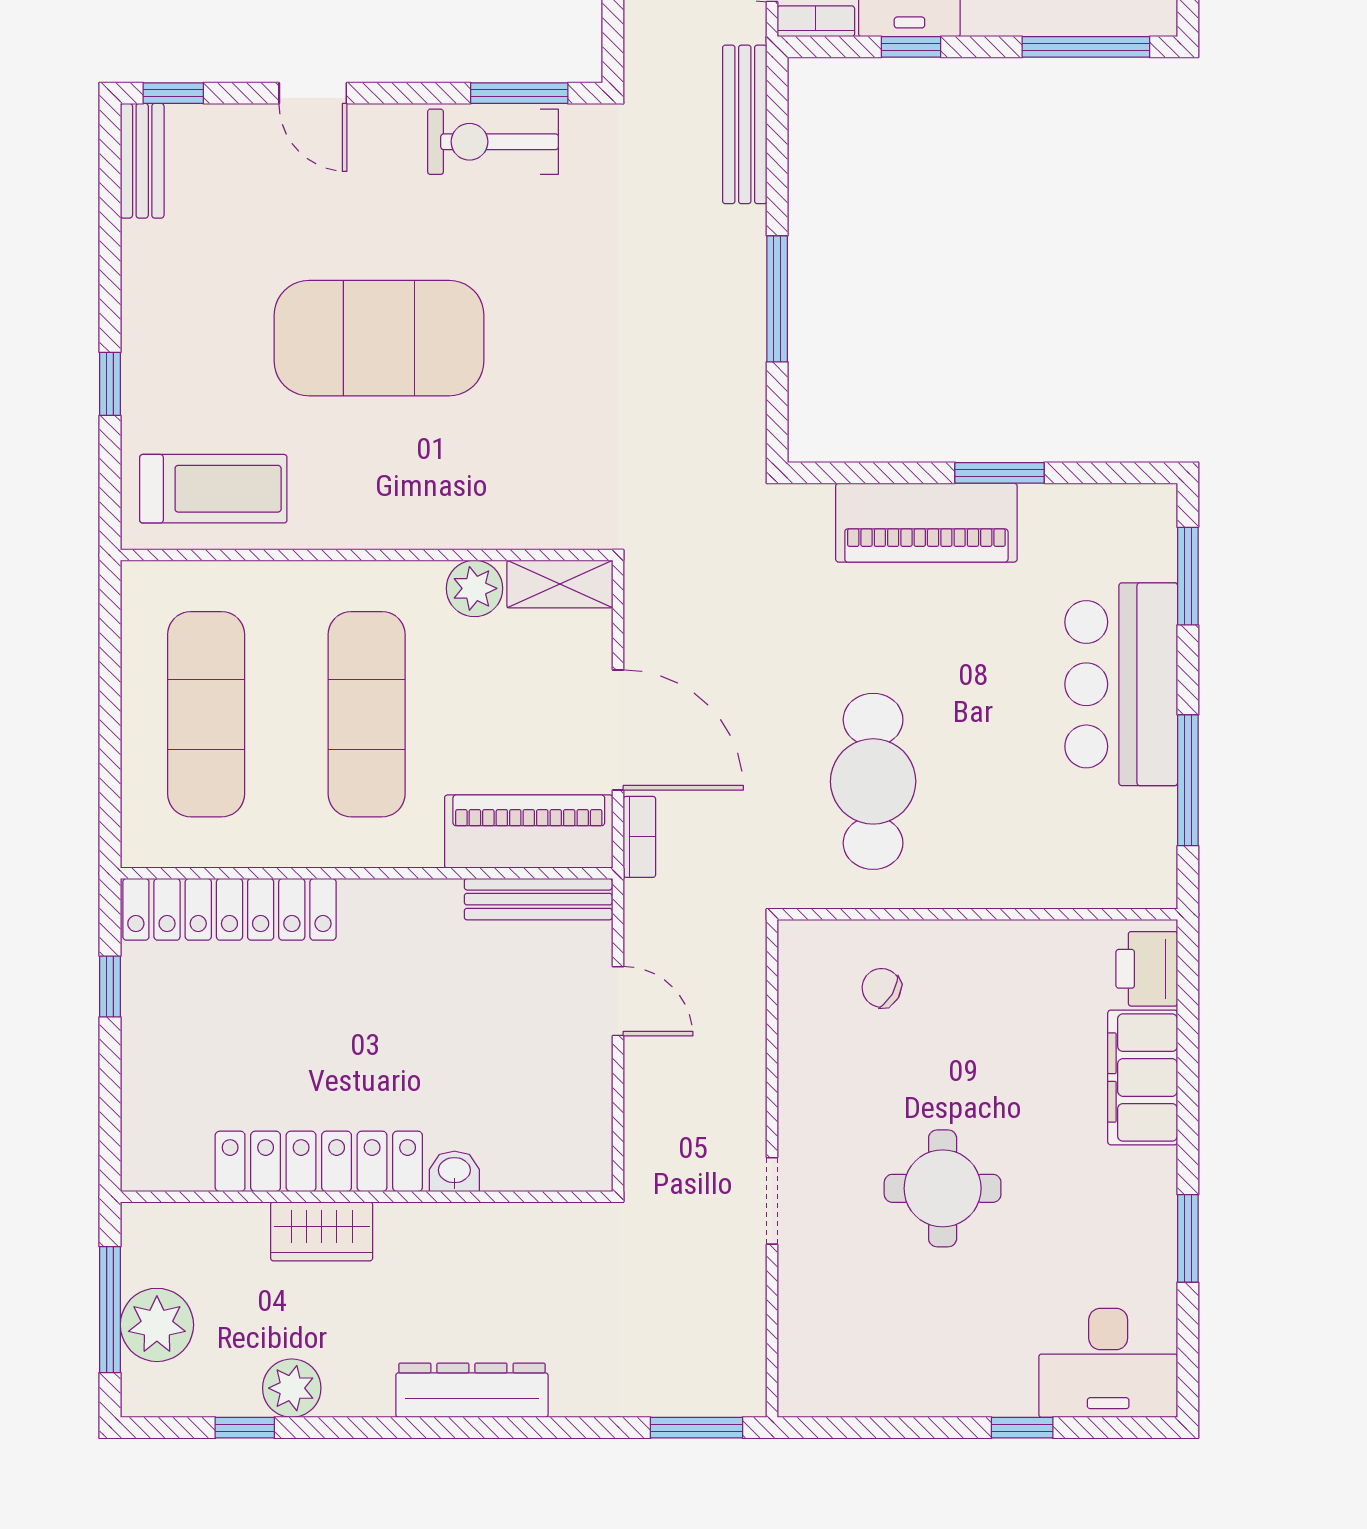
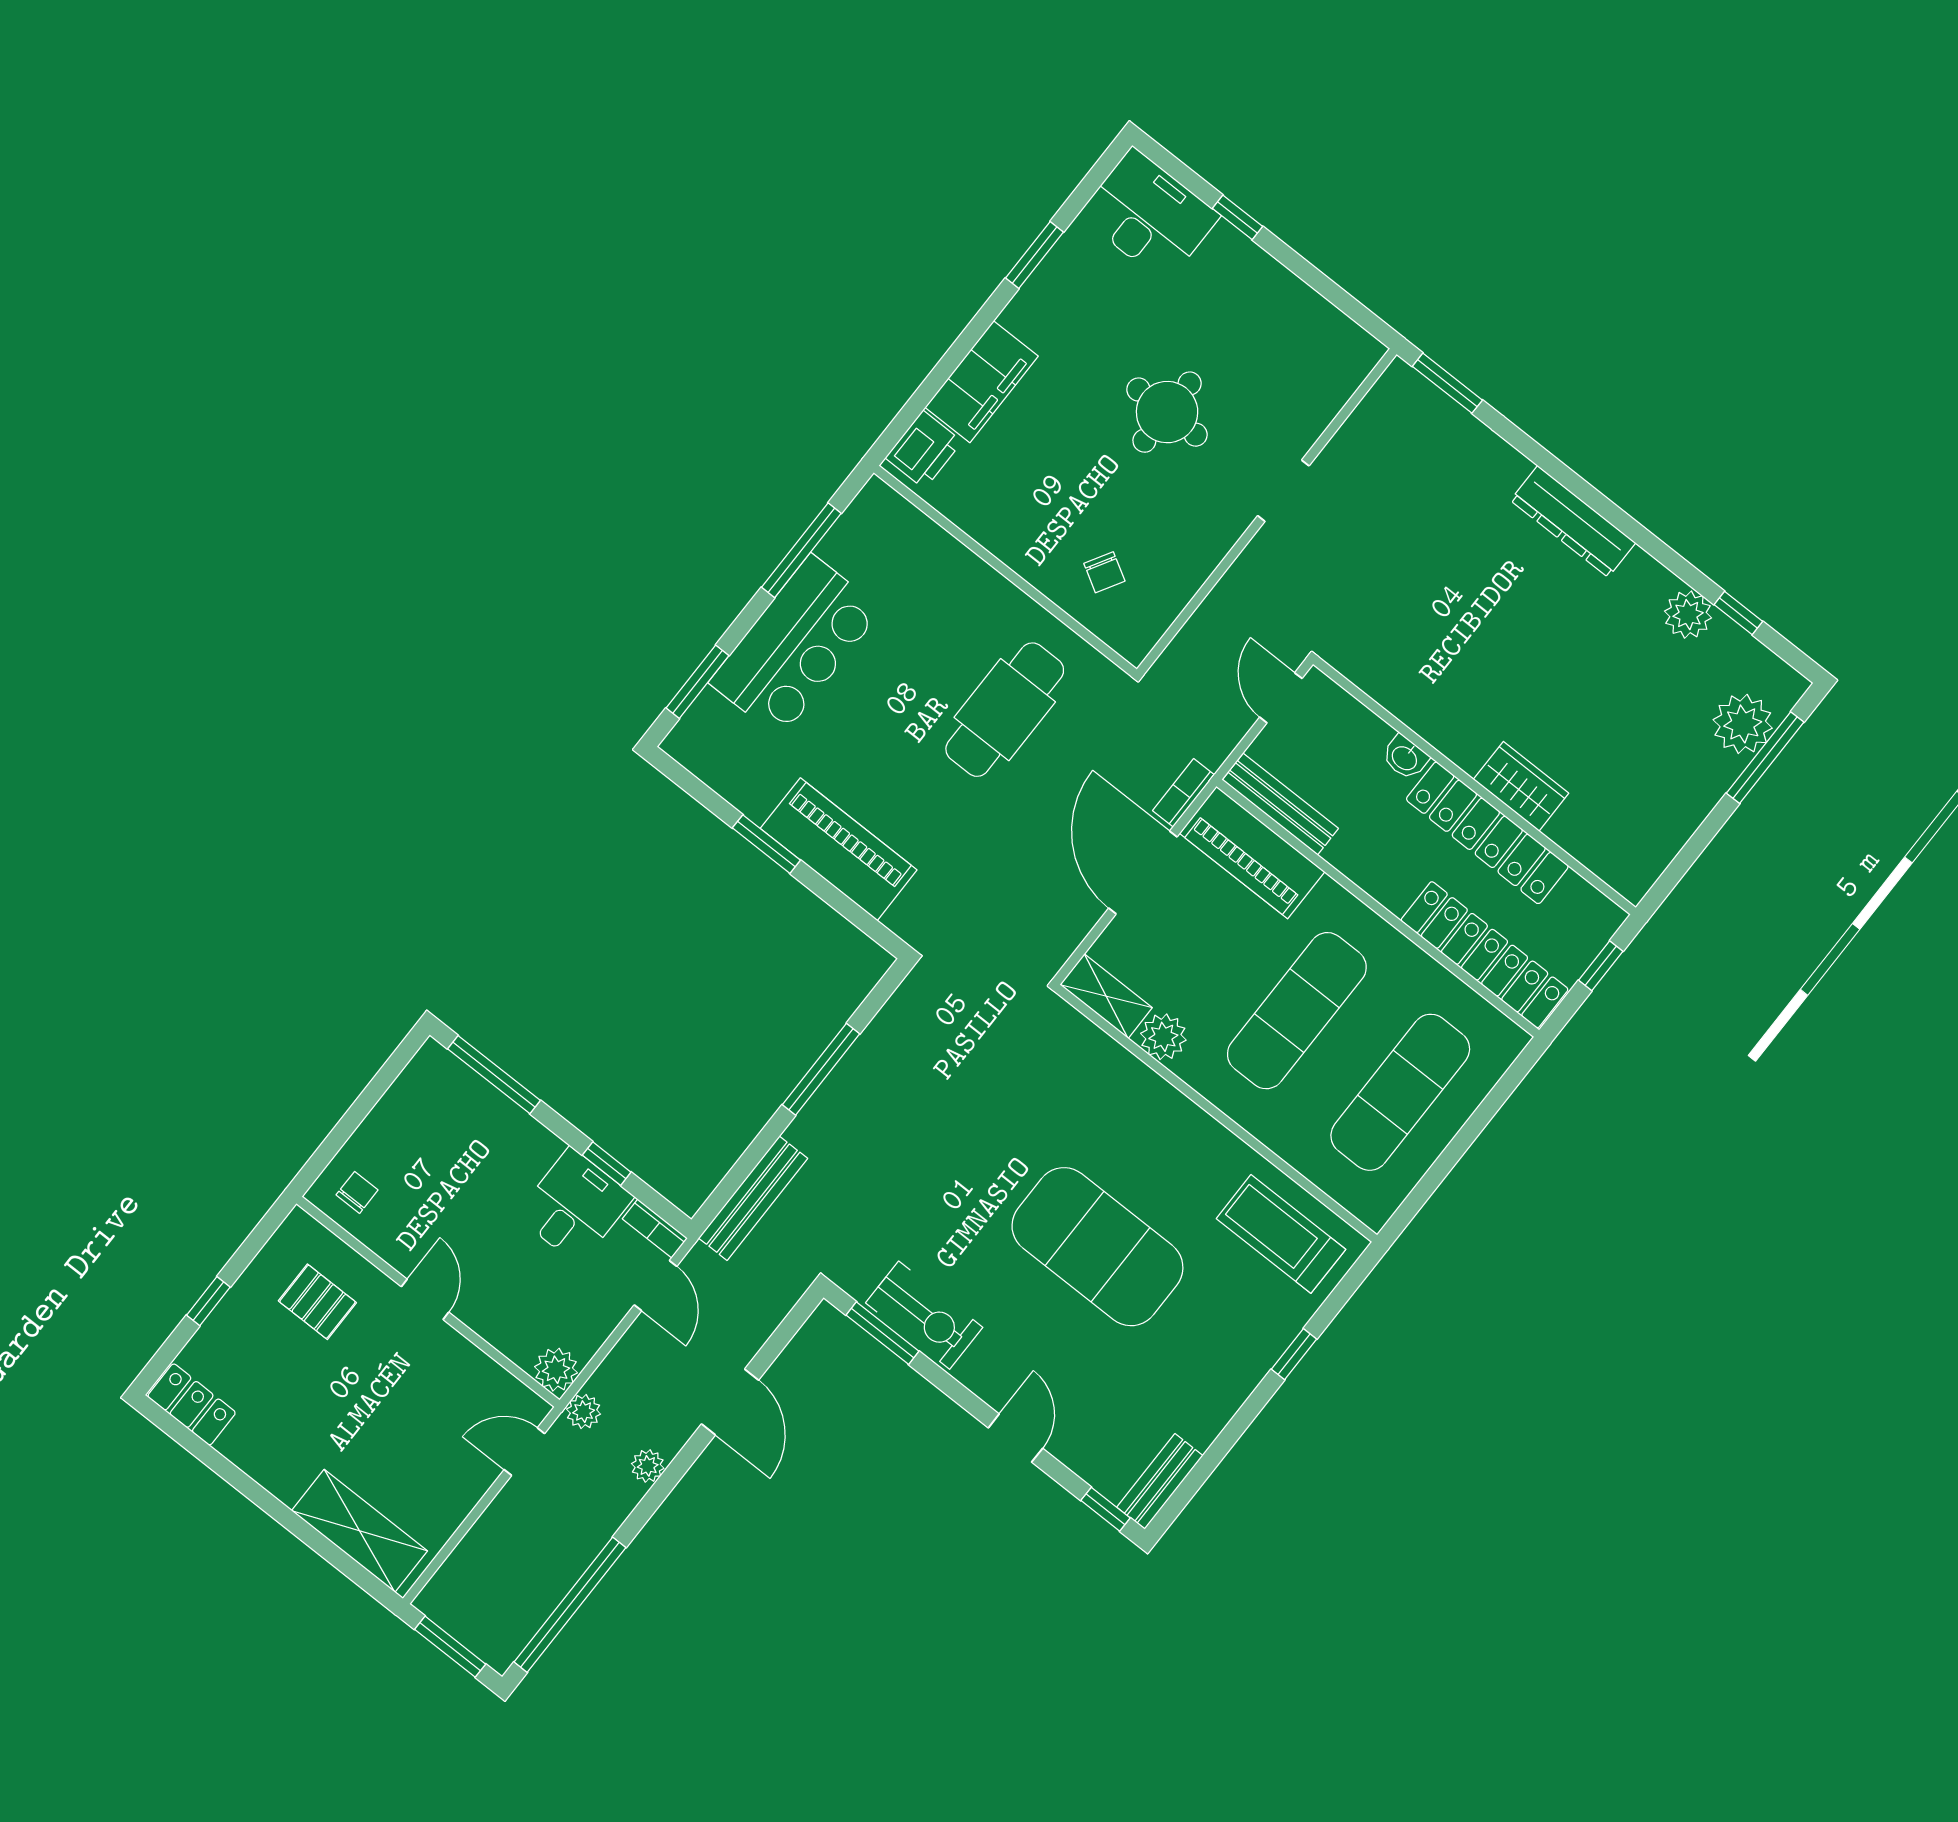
locker: (319, 1161) -> (1487, 833), moved
washbasin: (454, 1171) -> (1405, 757), moved
wall: (367, 1197) -> (1474, 786), moved
wardrobe: (322, 1231) -> (1521, 786), moved

